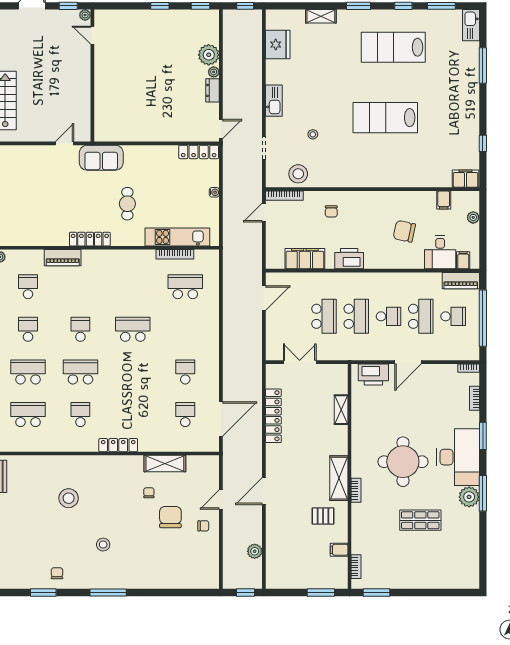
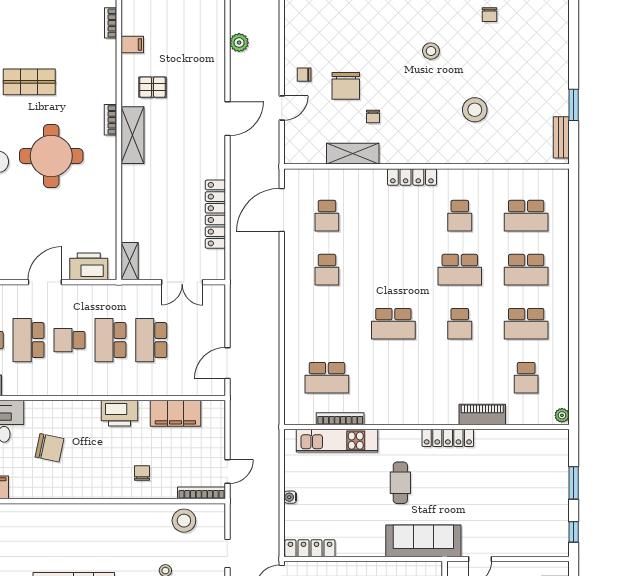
sofa: (101, 158) -> (423, 541), width x1.36
school desk: (28, 329) -> (526, 324), width x1.85
shelving: (341, 410) -> (130, 261), moved

